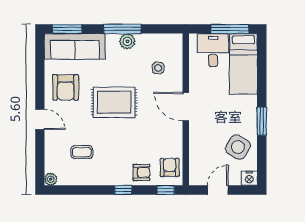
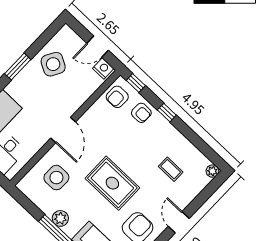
side table: (158, 68) -> (56, 178), width x1.87, depth x1.87
armchair: (141, 172) -> (141, 113), turned 180
nightstand: (249, 178) -> (103, 68), moved

